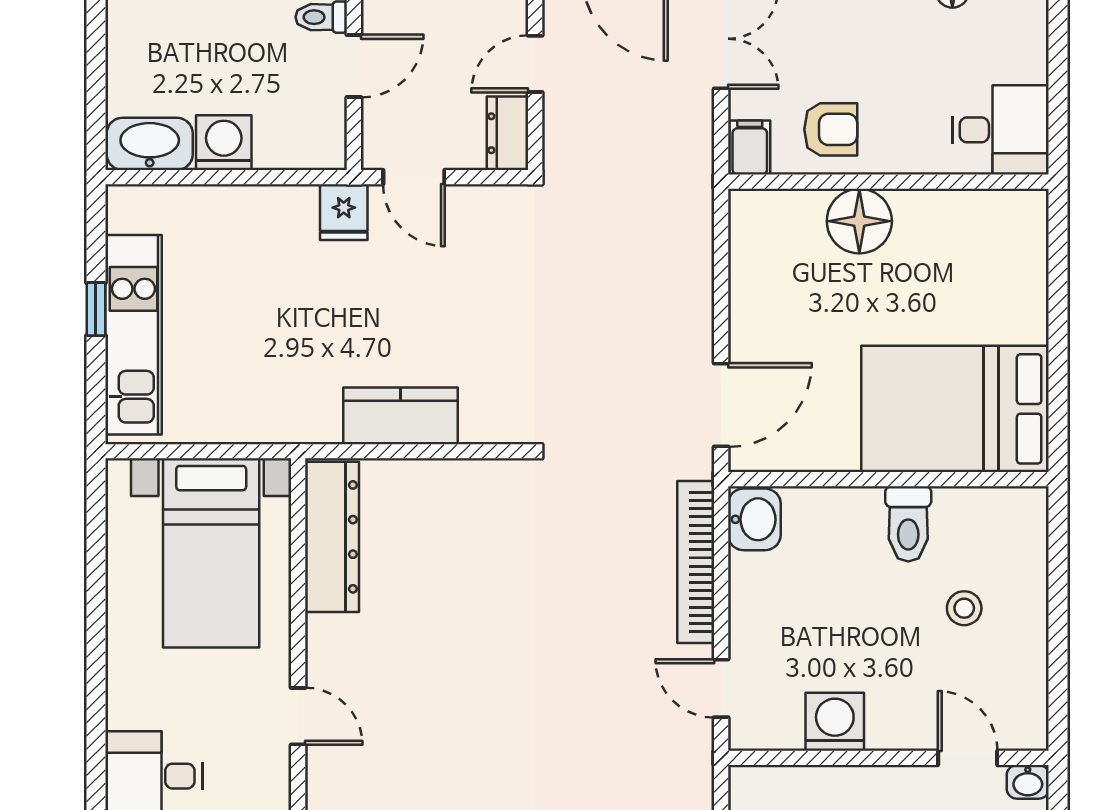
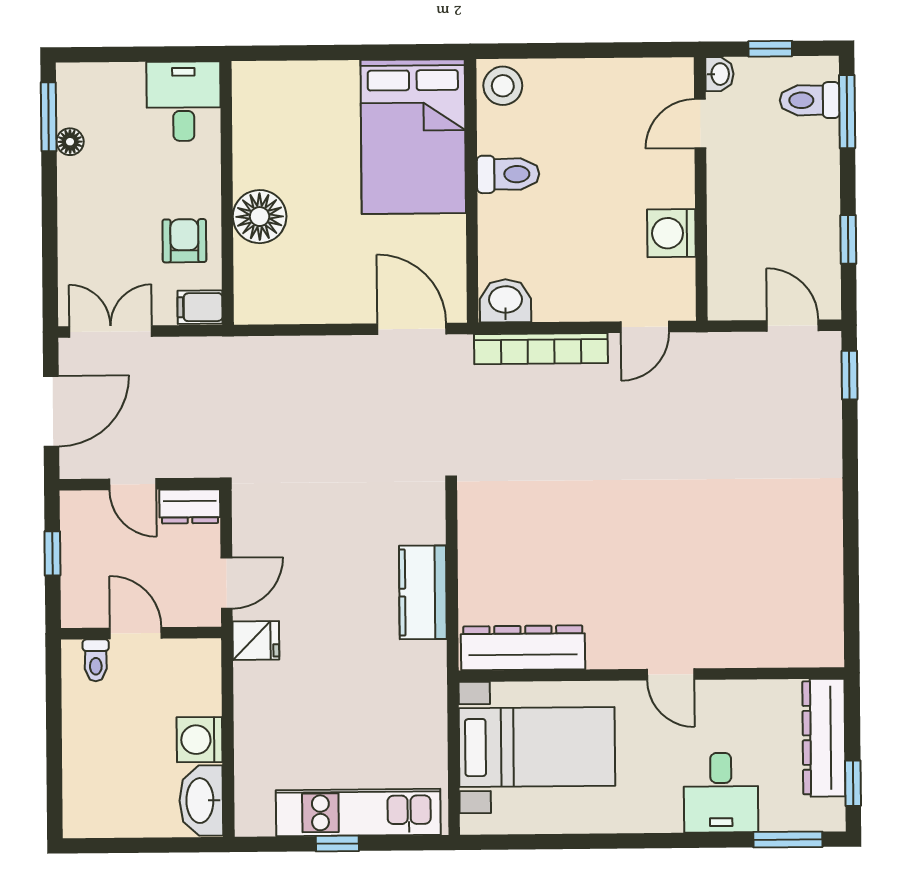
stool: (964, 608) -> (503, 86), moved, width x1.37, depth x1.37
door: (298, 716) -> (671, 674), swing flipped

